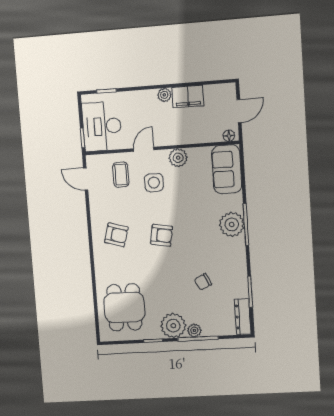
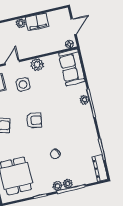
plant: (232, 224) -> (85, 100), width x0.53, depth x0.53
chair: (203, 282) -> (55, 154), moved
plant: (173, 326) -> (57, 186), width x0.53, depth x0.53

